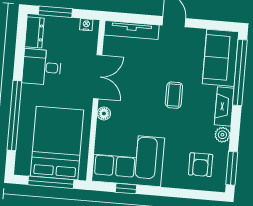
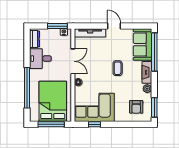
window: (55, 12) -> (57, 26), moved

